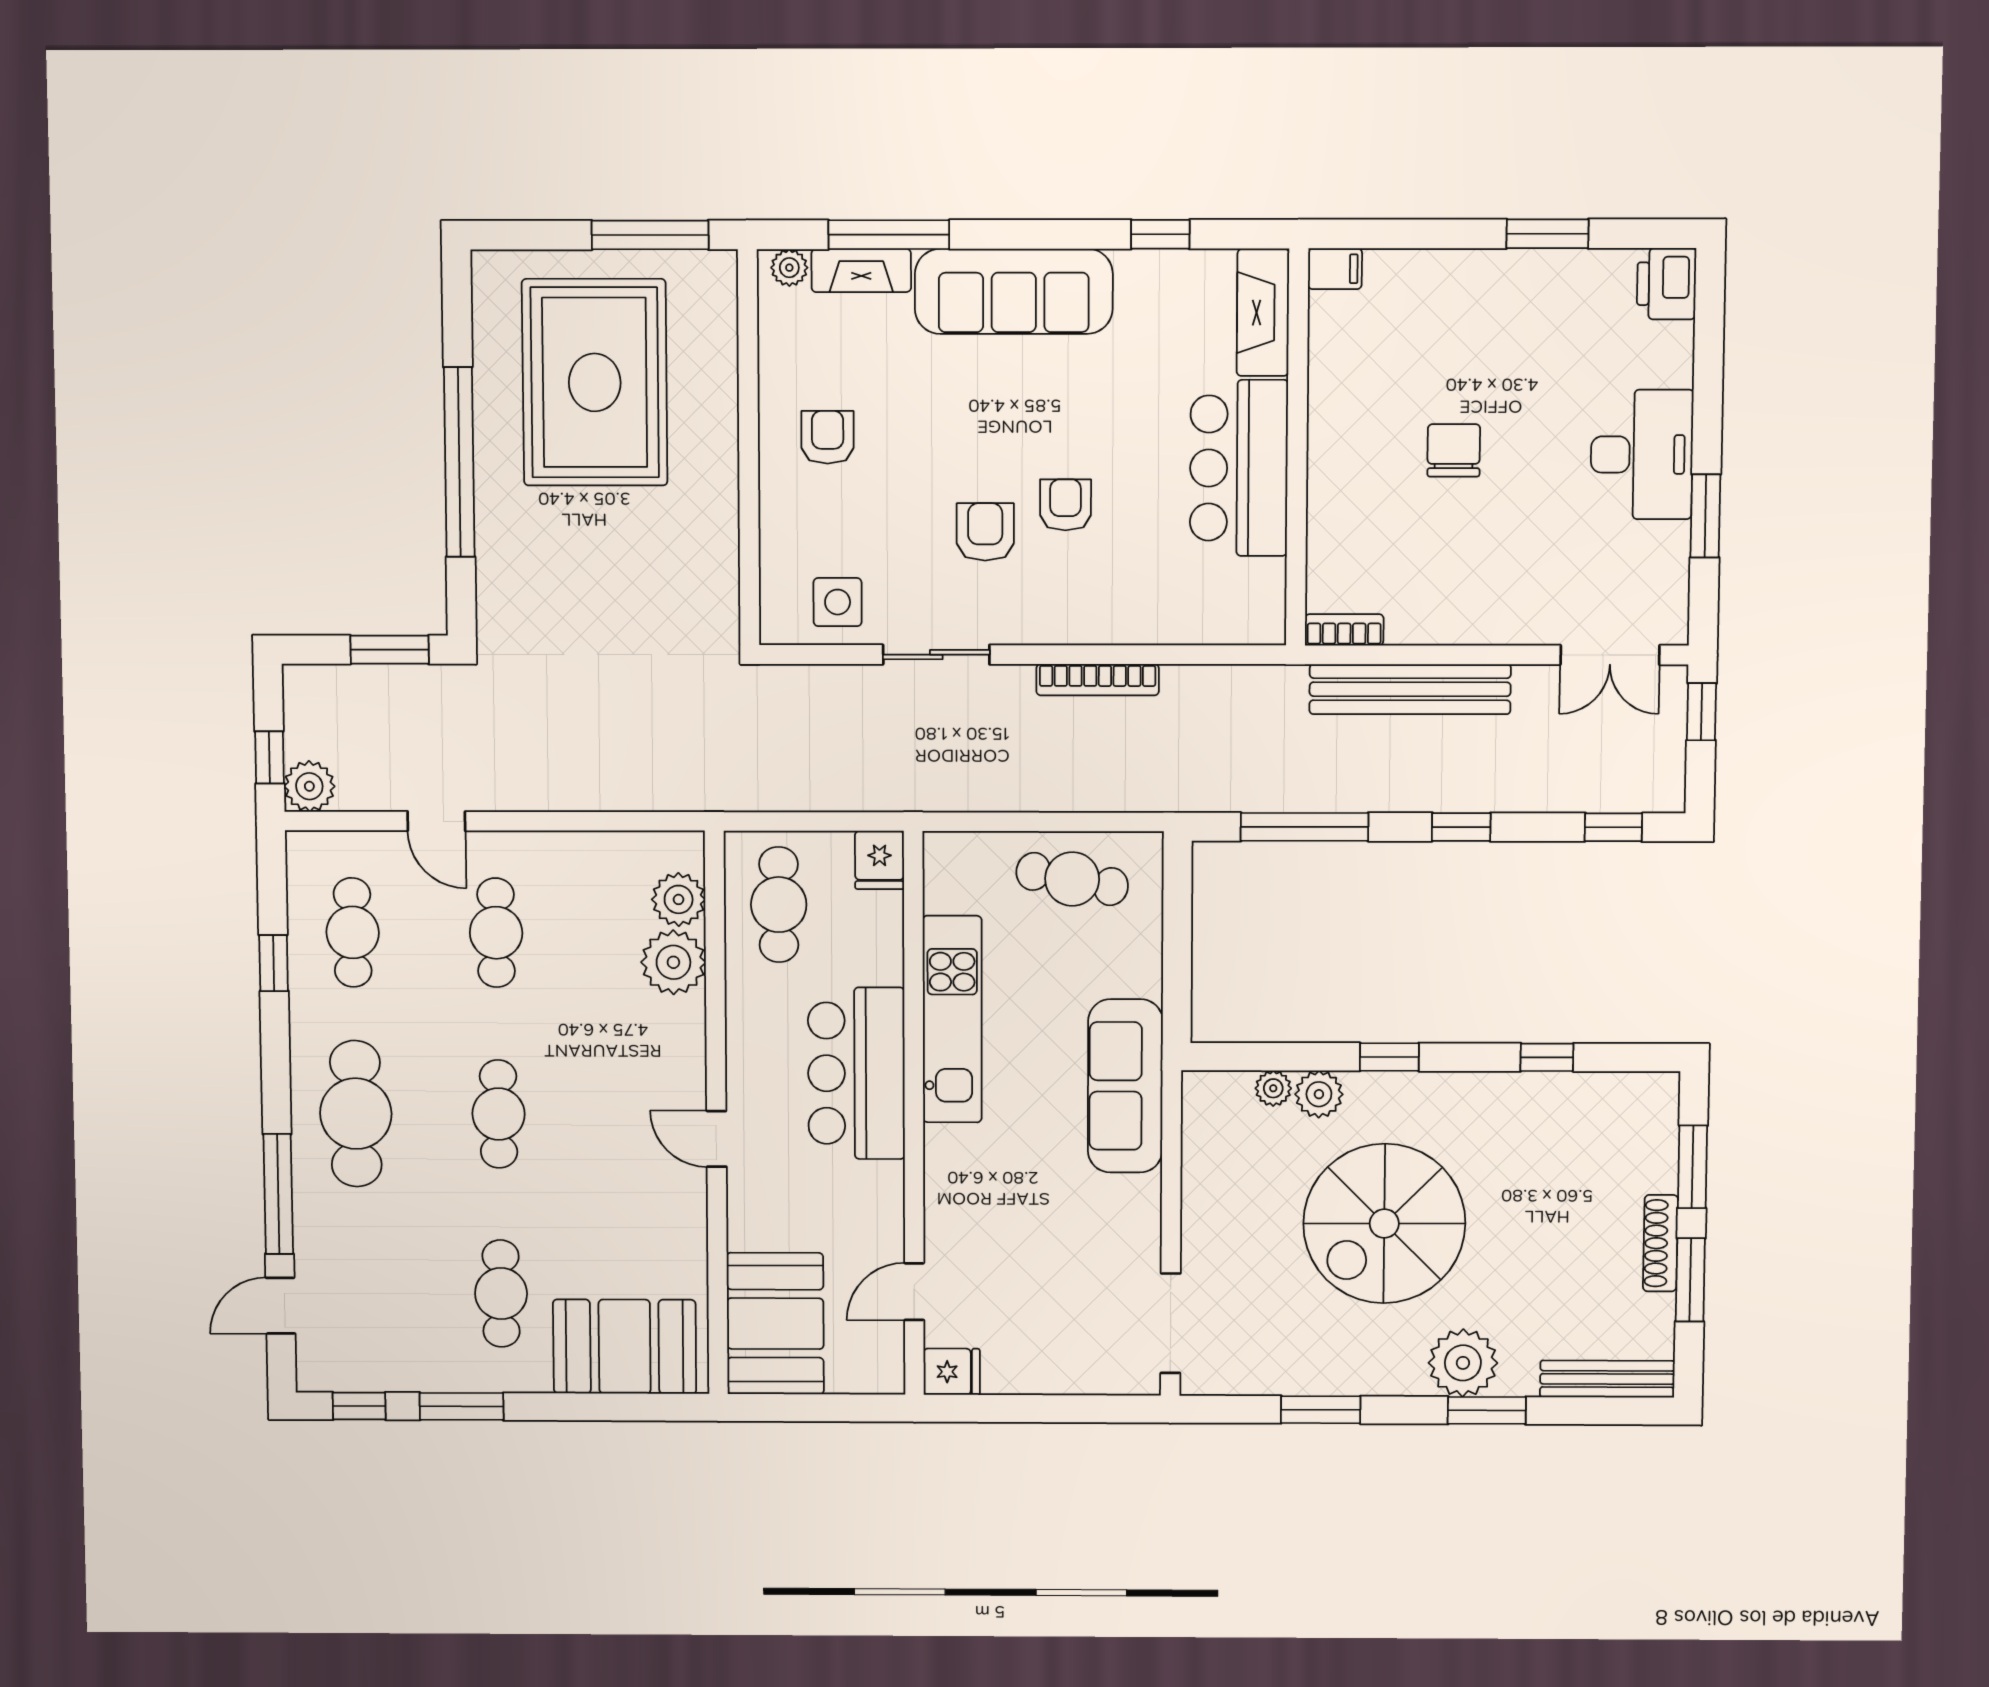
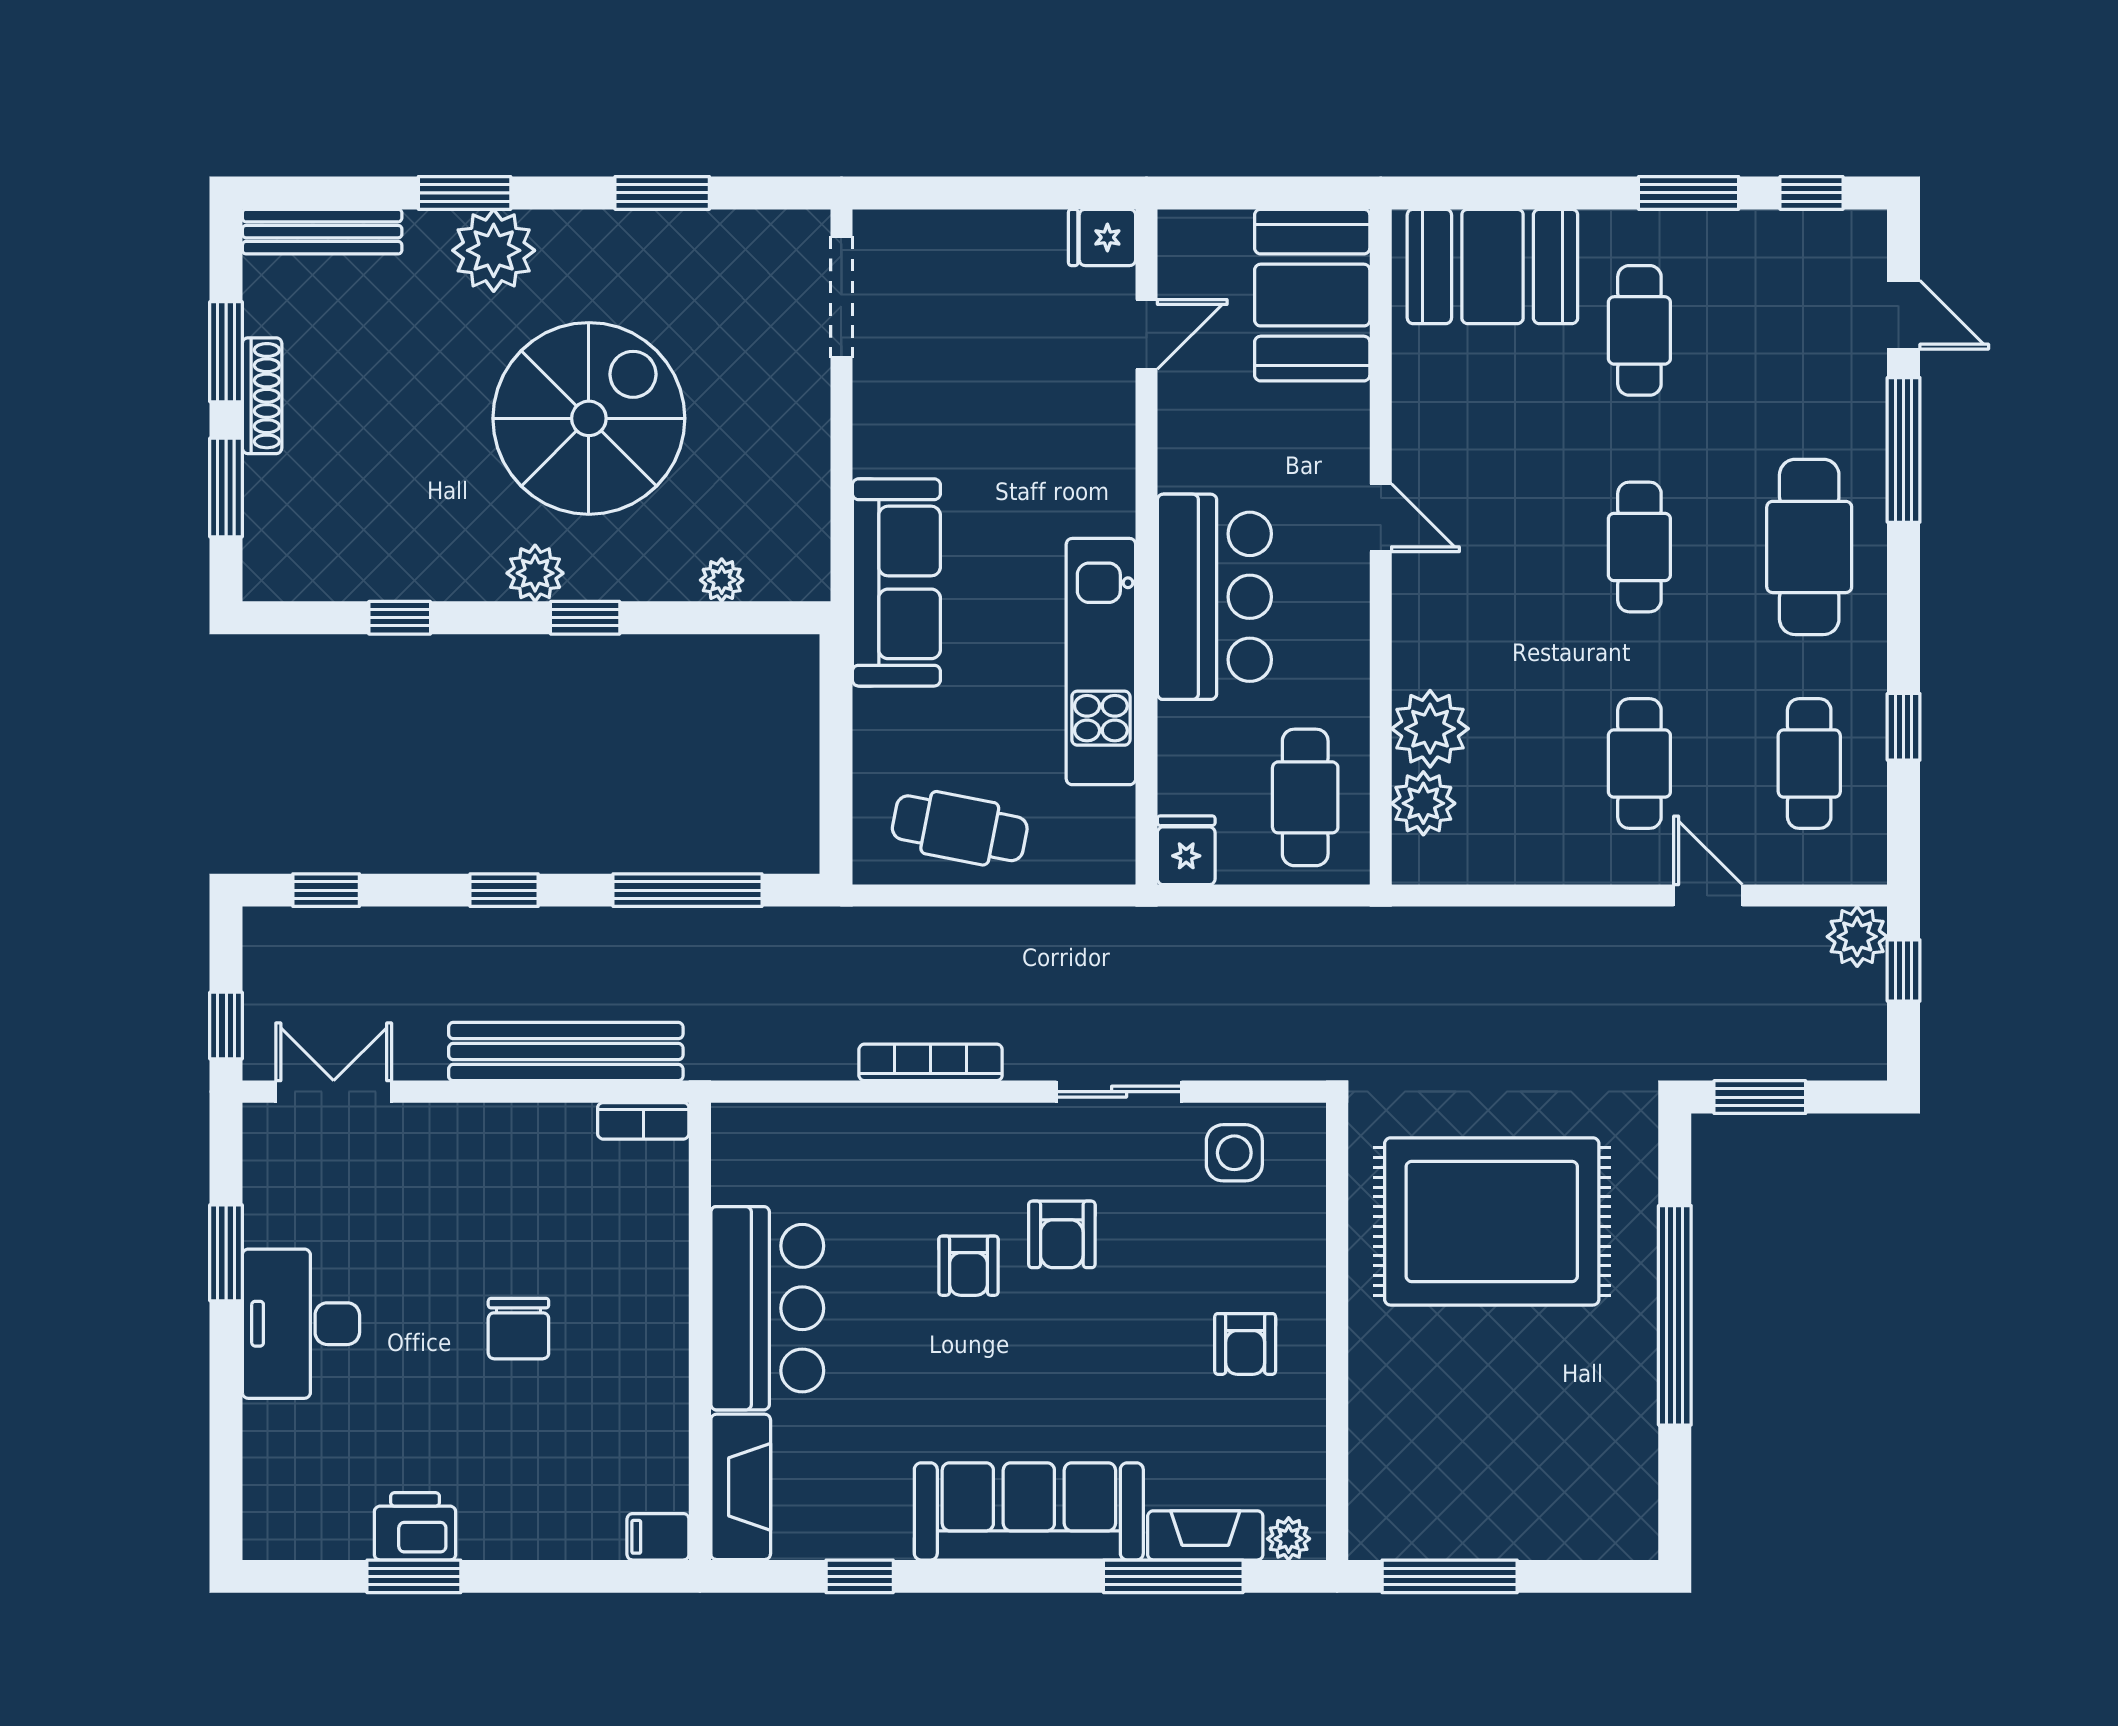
printer: (1666, 284) -> (415, 1526), moved, turned -90
rug: (595, 382) -> (1492, 1221), moved, turned 90
plant: (1319, 1094) -> (535, 573), moved
door: (280, 1306) -> (1904, 315), hinge flipped

